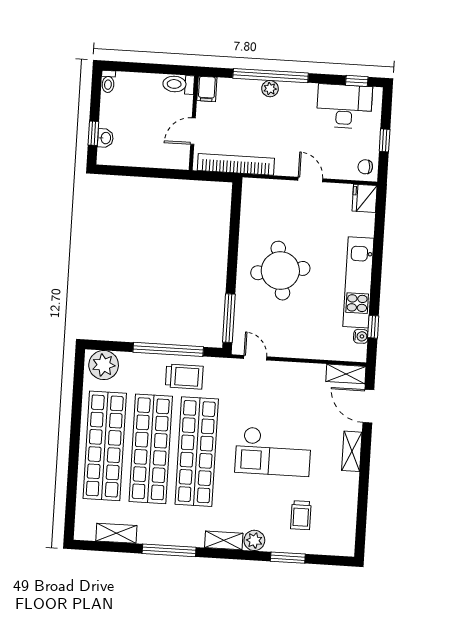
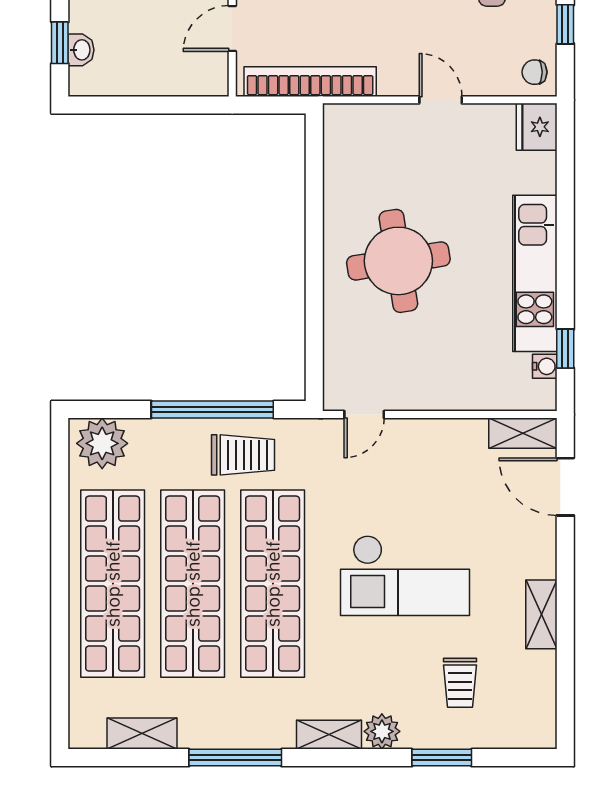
window: (229, 318) -> (314, 349), removed
door: (255, 358) -> (364, 415), swing flipped
shelving: (352, 451) -> (541, 614), moved

